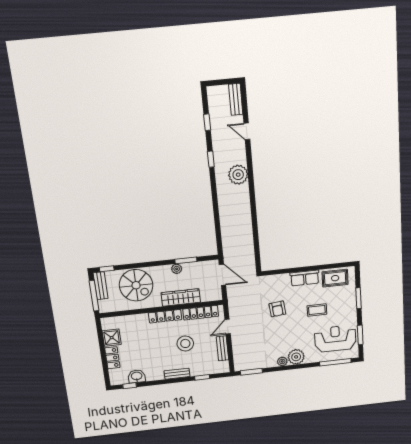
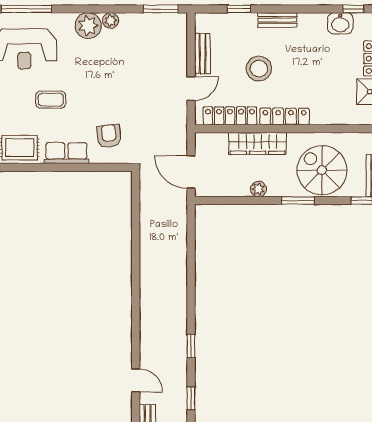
plant: (238, 175) -> (154, 320), removed
window: (186, 260) -> (298, 200), moved
armchair: (277, 309) -> (109, 136), moved

